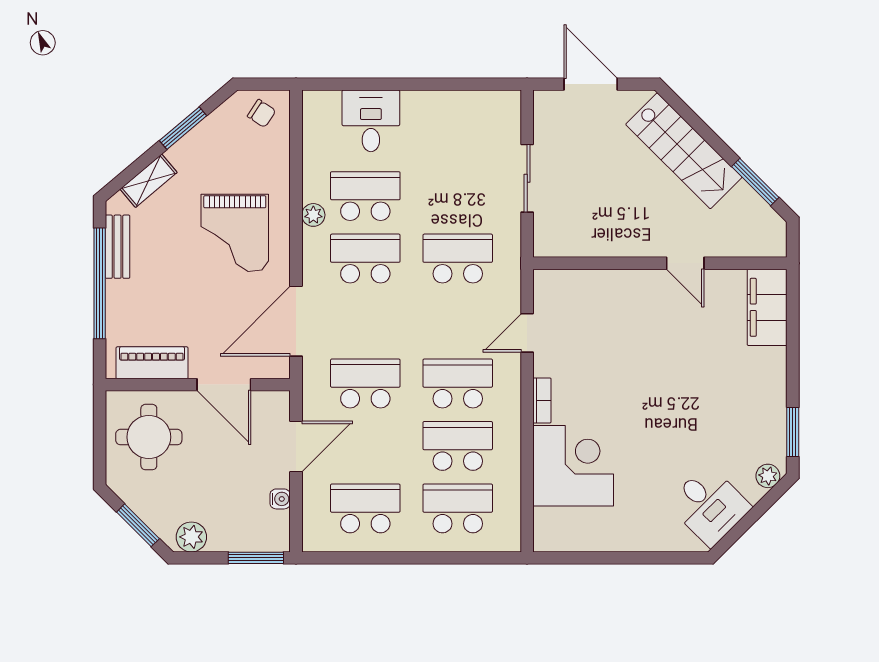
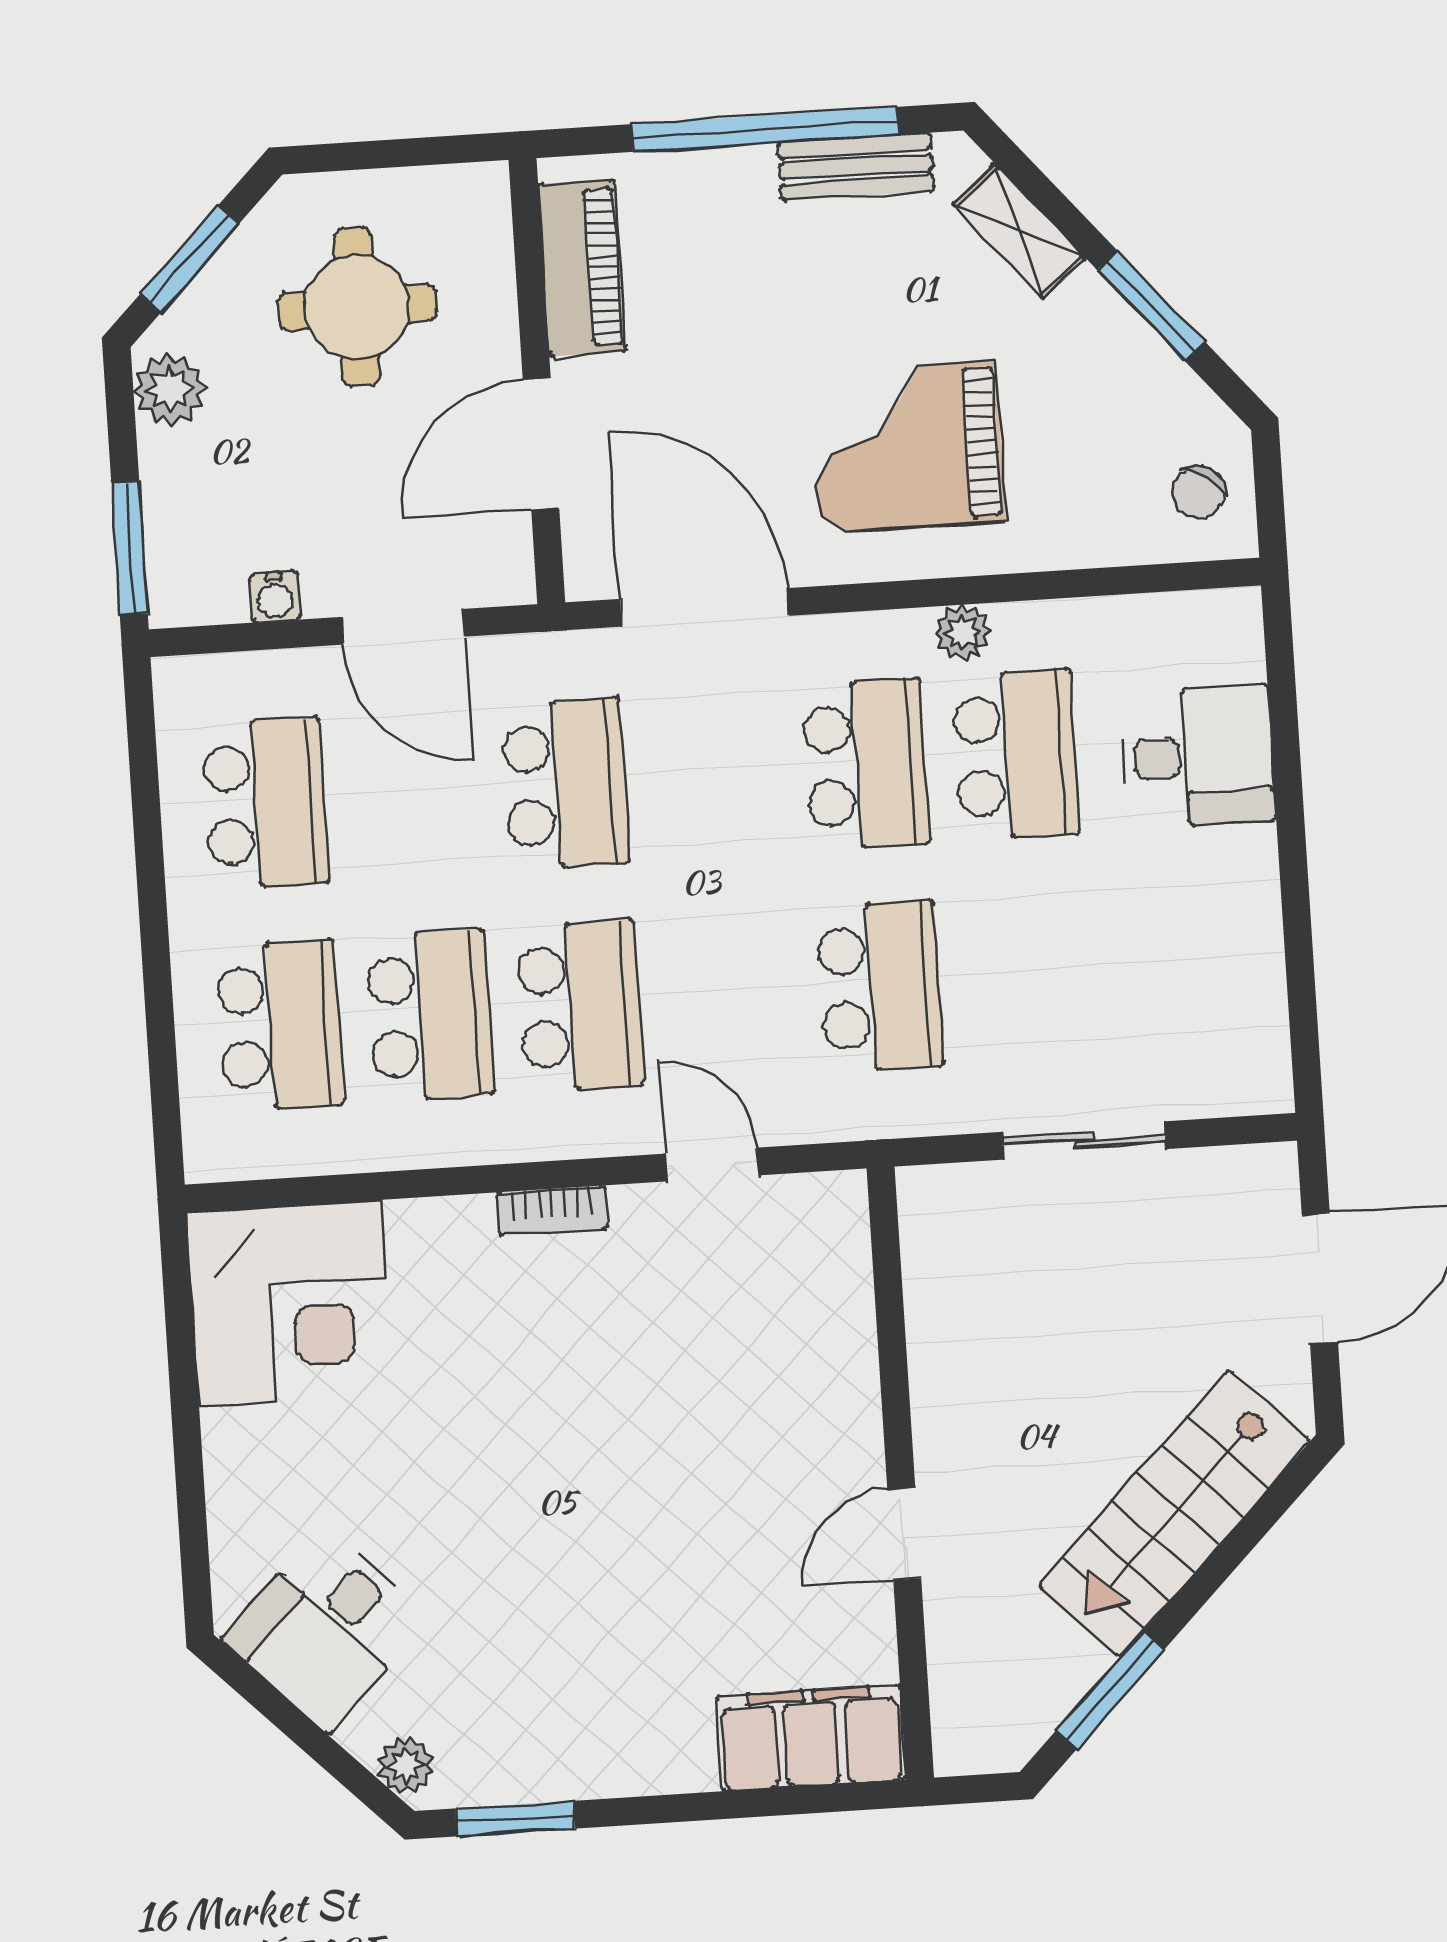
round table: (149, 437) -> (357, 307), moved
corner desk: (573, 466) -> (290, 1303), moved

